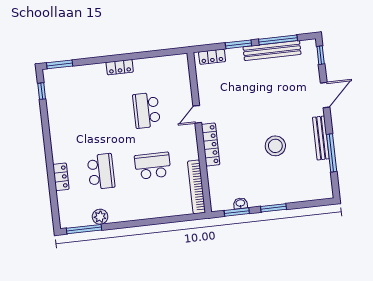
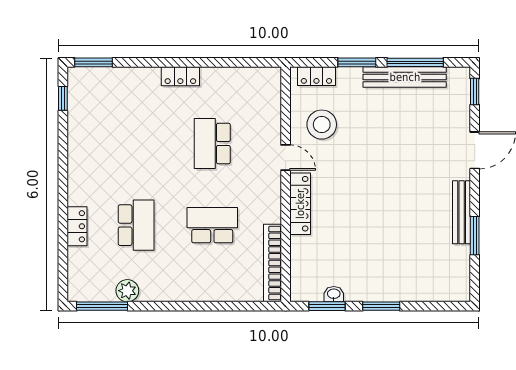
door: (197, 114) -> (286, 158), swing flipped
stool: (275, 146) -> (322, 125), moved
window: (332, 153) -> (475, 236), width x0.69

